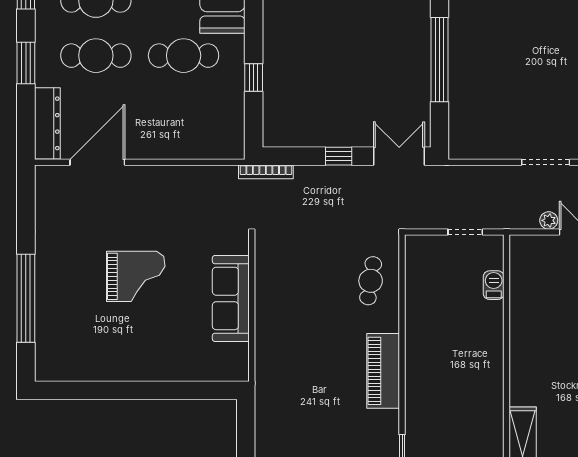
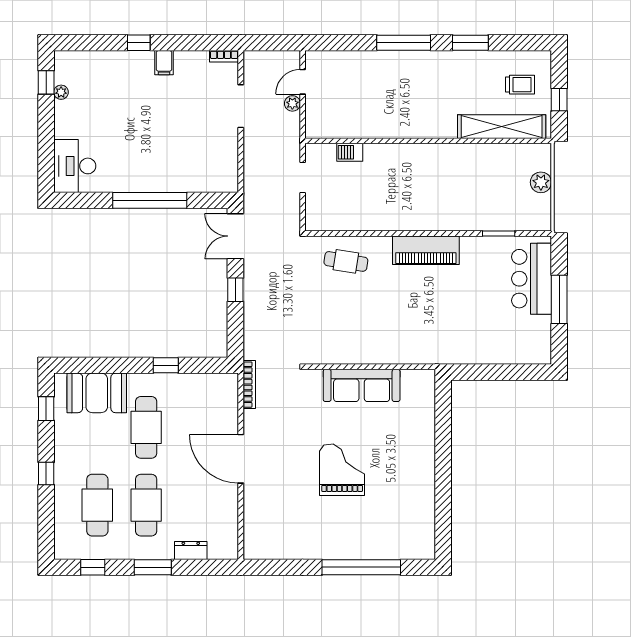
dresser: (47, 123) -> (191, 550), width x0.51, depth x0.80
door: (97, 162) -> (241, 459), moved
bookcase: (266, 172) -> (249, 385), moved

